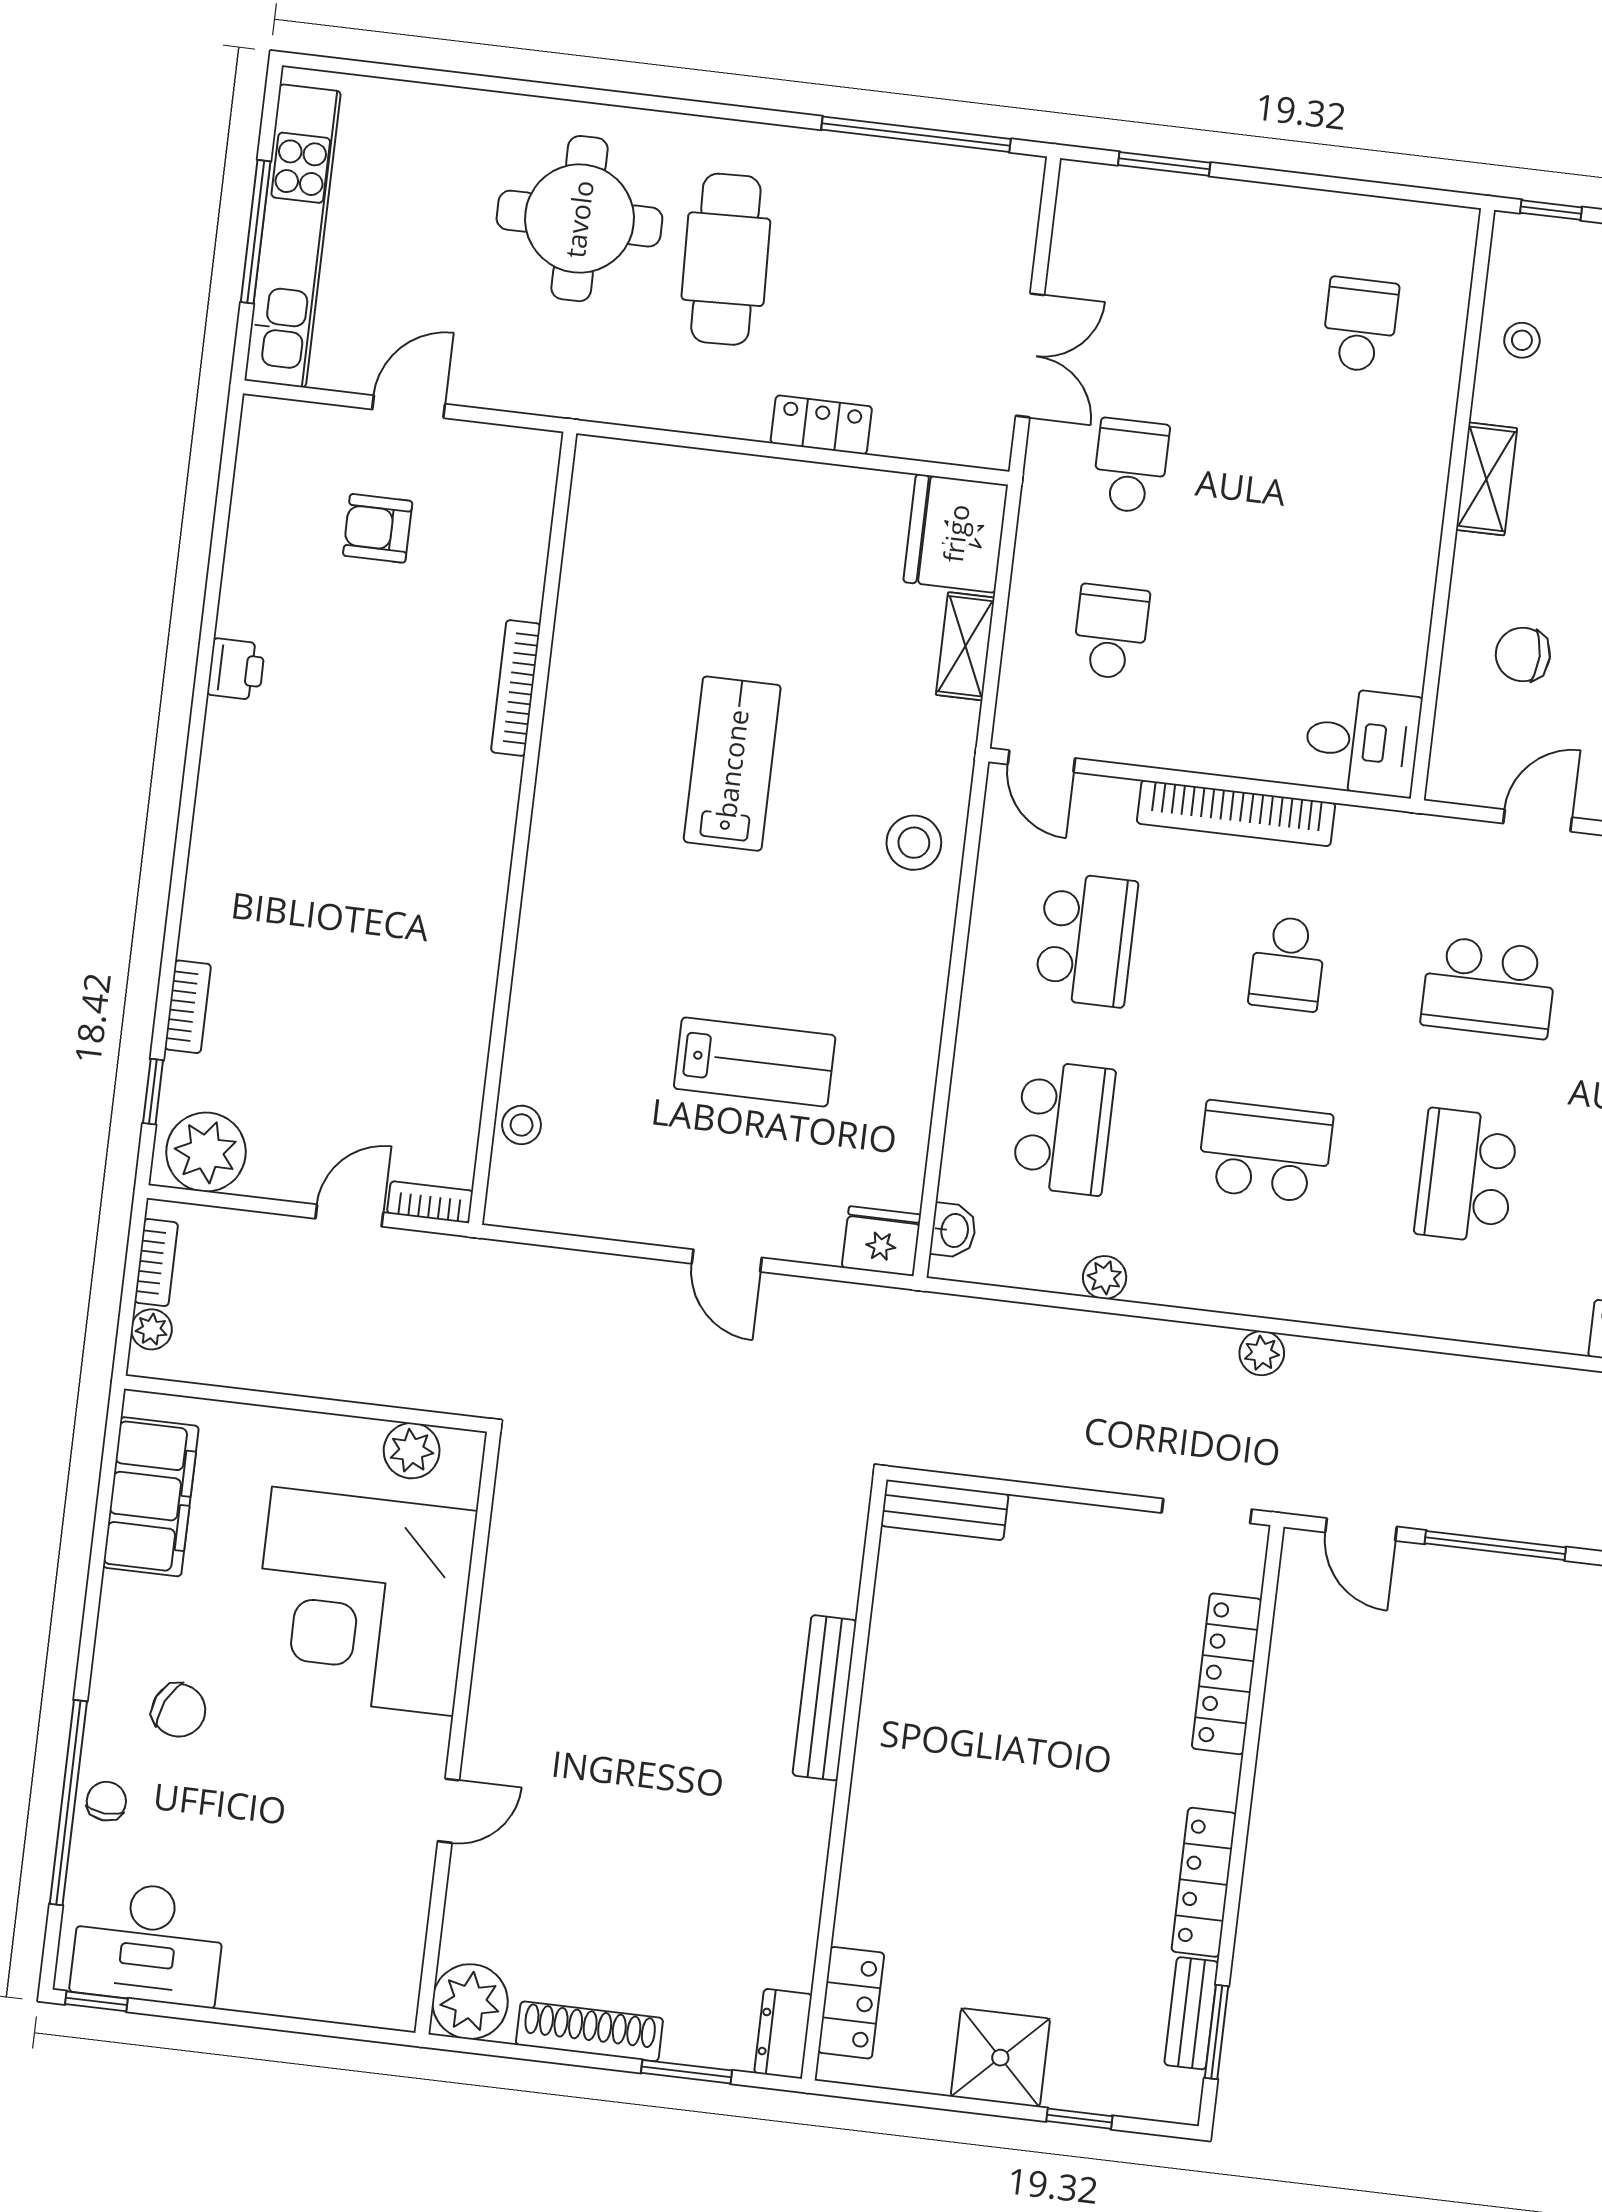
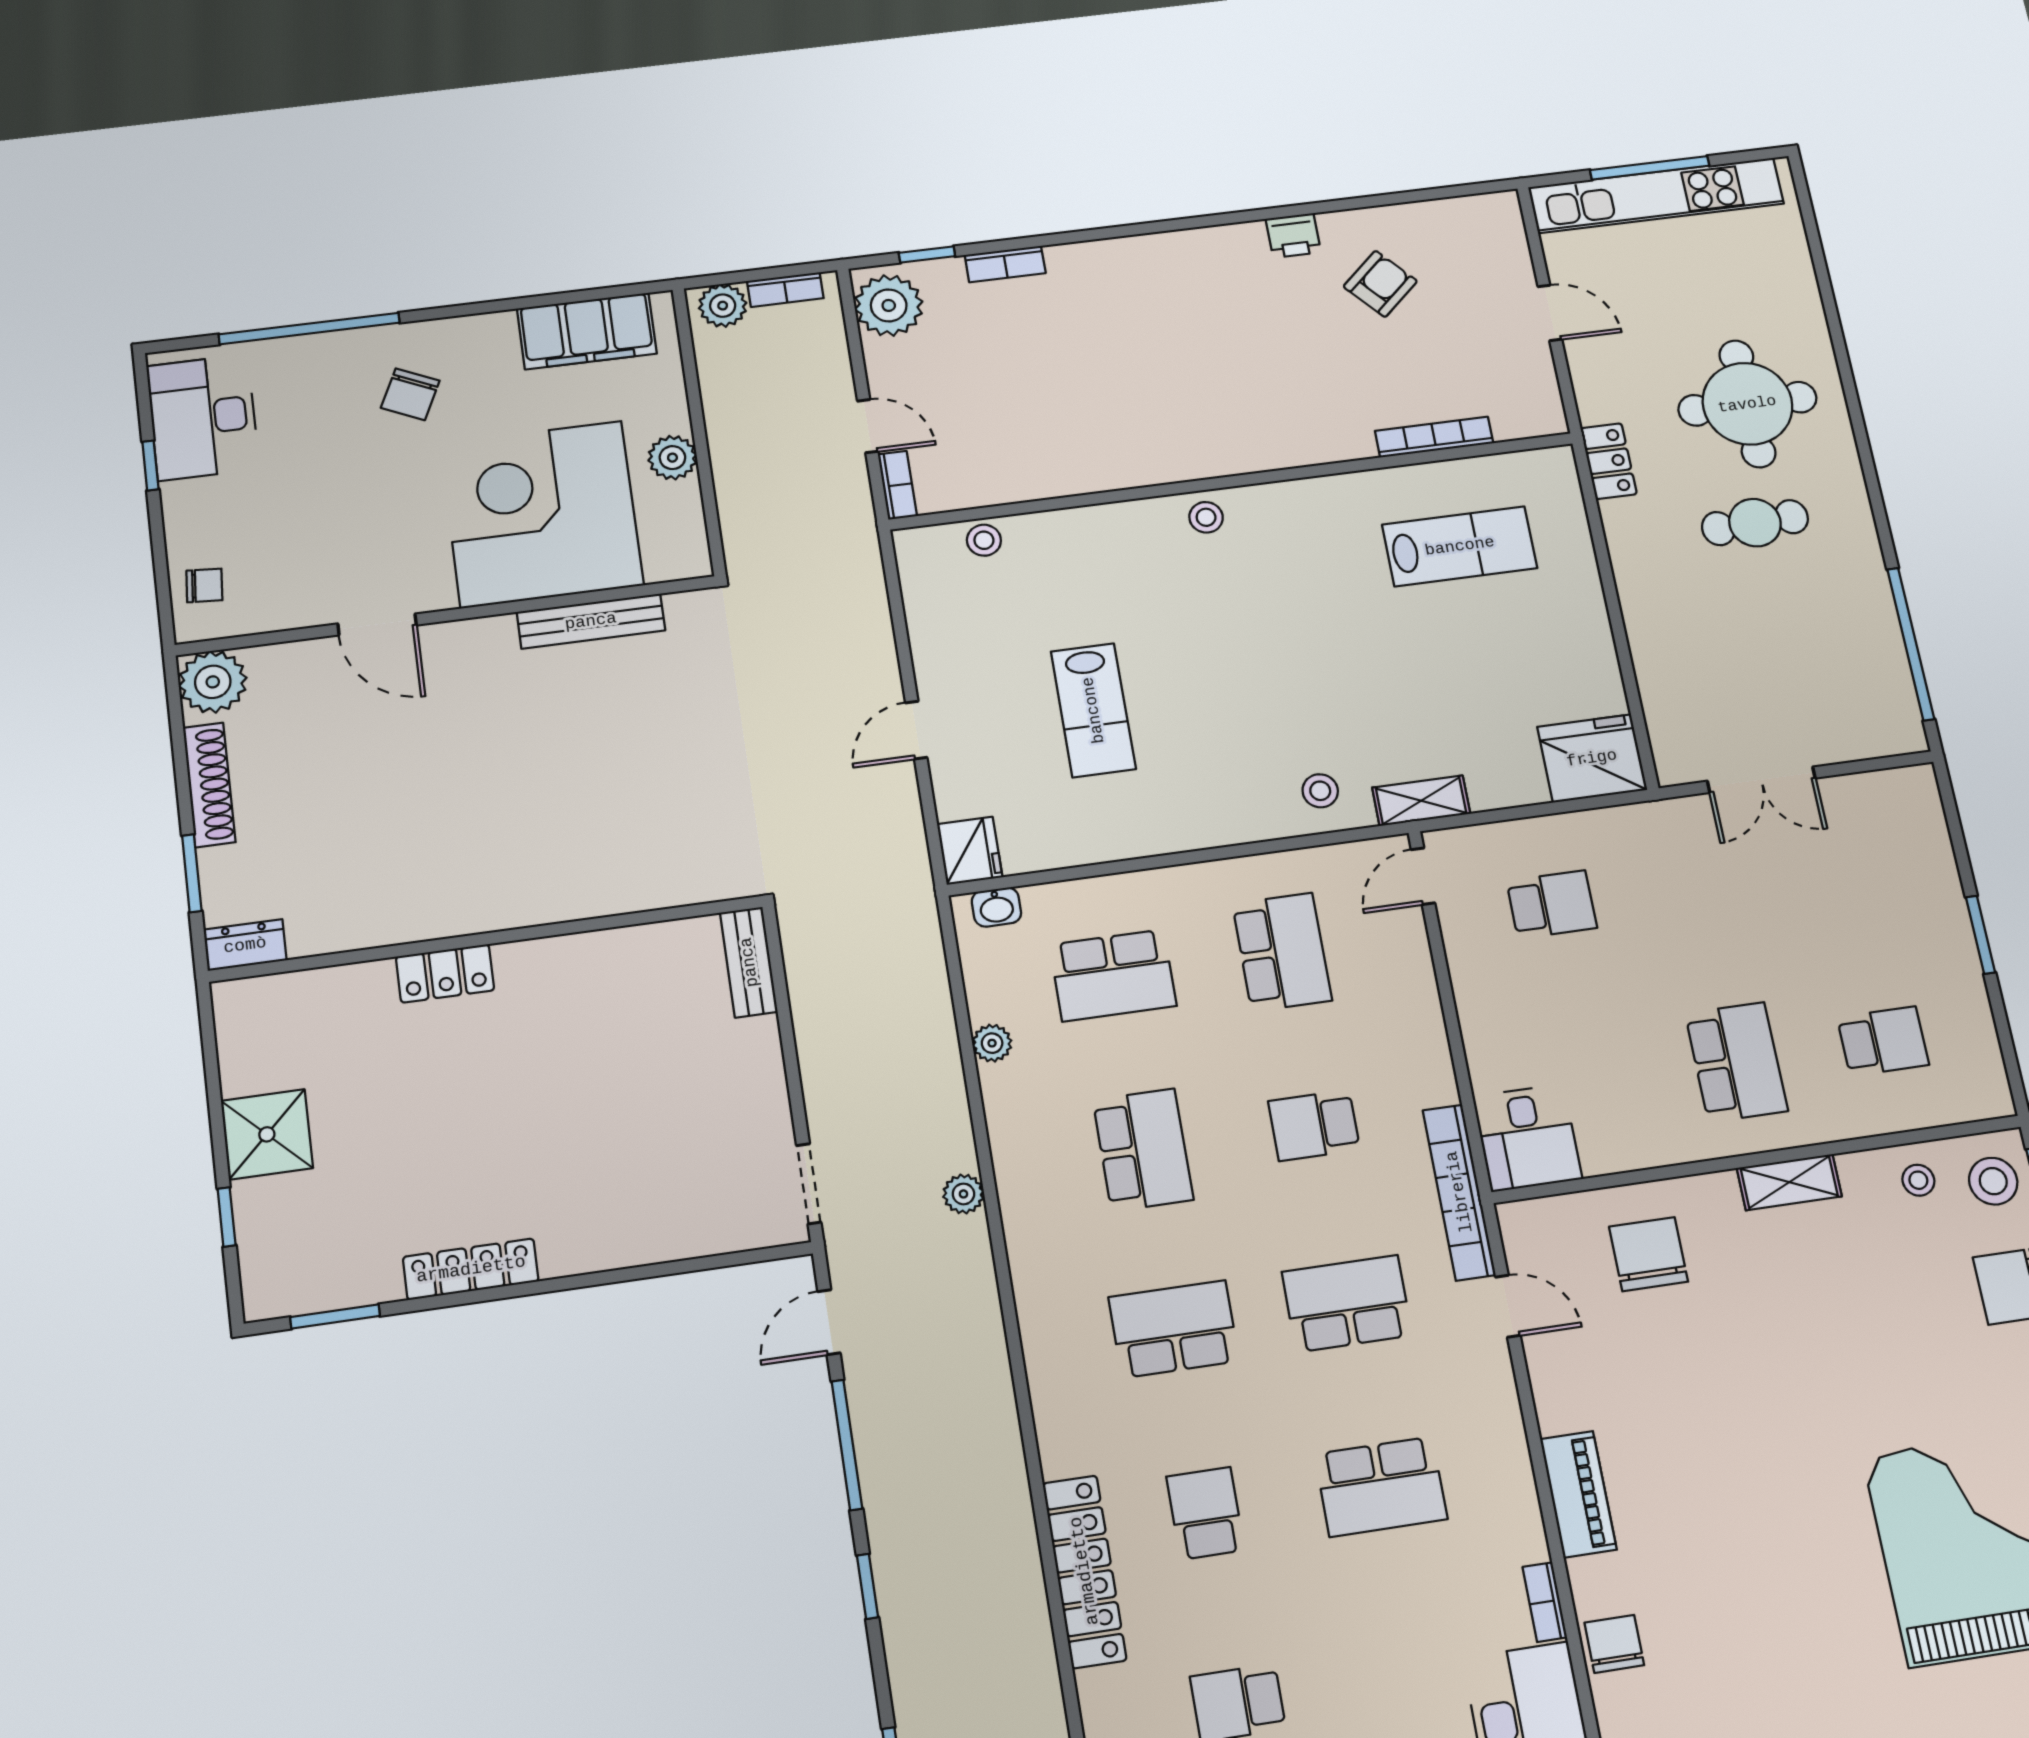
window: (1164, 164) -> (1980, 935), moved
cafe table: (726, 259) -> (1755, 523), width x0.73, depth x0.74
stool: (1545, 260) -> (1993, 1181), added
locker: (821, 425) -> (1609, 461), moved
school desk: (1131, 466) -> (1736, 1062), moved, width x1.85
armchair: (378, 528) -> (1380, 284), moved, turned 48
shelving: (965, 646) -> (1421, 801), moved
chair: (1523, 654) -> (1648, 1254), width x1.37, depth x1.37
bookcase: (516, 688) -> (1434, 437), moved
lab bench: (732, 764) -> (1460, 546), moved
bookcase: (1236, 813) -> (1459, 1192), moved
stool: (914, 843) -> (1320, 791), width x0.73, depth x0.73
stool: (558, 871) -> (1206, 517), added
school desk: (1086, 940) -> (1282, 952), turned -90
school desk: (1489, 988) -> (1347, 1304), turned 90
plant: (151, 1329) -> (723, 306), width x1.38, depth x1.38
plant: (412, 1451) -> (672, 458), moved
locker: (1227, 1674) -> (666, 1239), removed
bench: (825, 1698) -> (591, 621), moved
chair: (106, 1801) -> (204, 585), moved
door: (448, 1811) -> (377, 624), width x1.38
window: (96, 2001) -> (150, 466), moved
locker: (851, 2003) -> (445, 973), moved
bench: (1191, 2013) -> (347, 1290), removed

